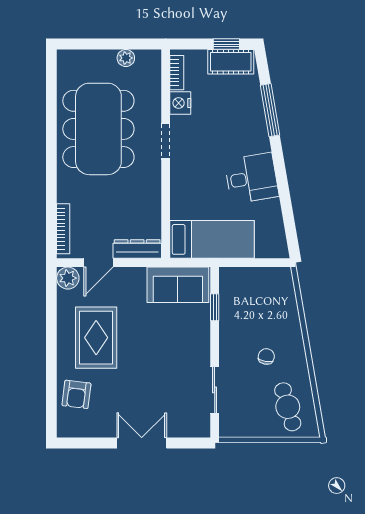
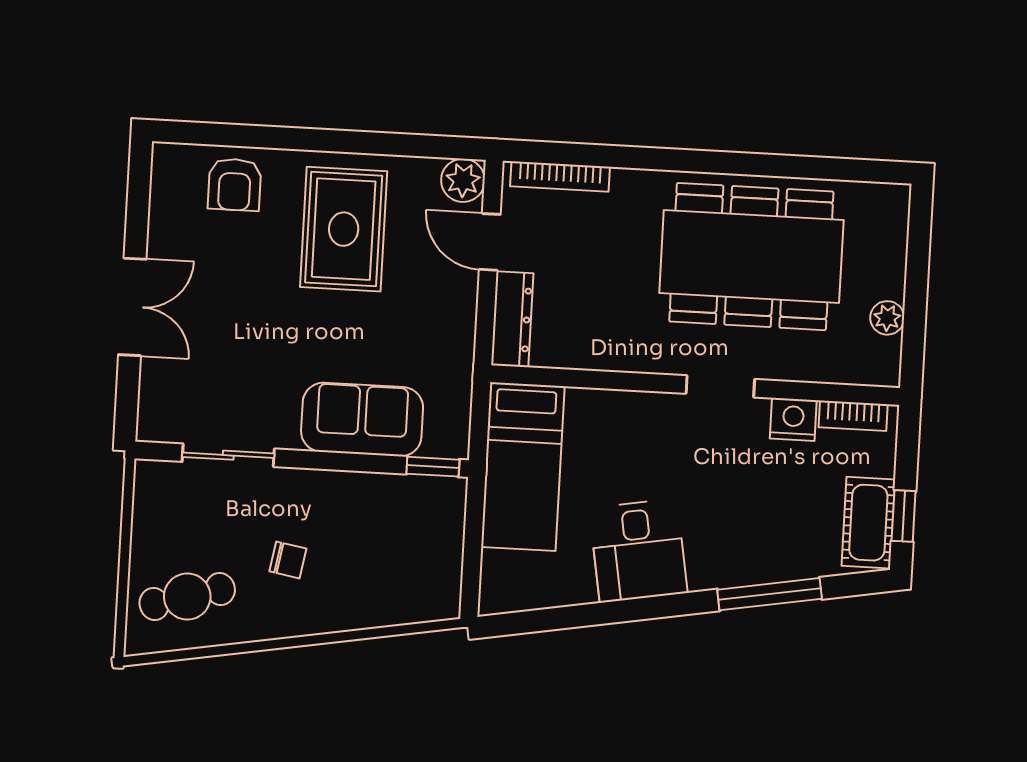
sofa: (178, 285) -> (362, 419), moved, turned 90
window: (215, 307) -> (433, 467), moved
rug: (96, 338) -> (344, 229), turned 90
armchair: (76, 394) -> (235, 185), turned -97

